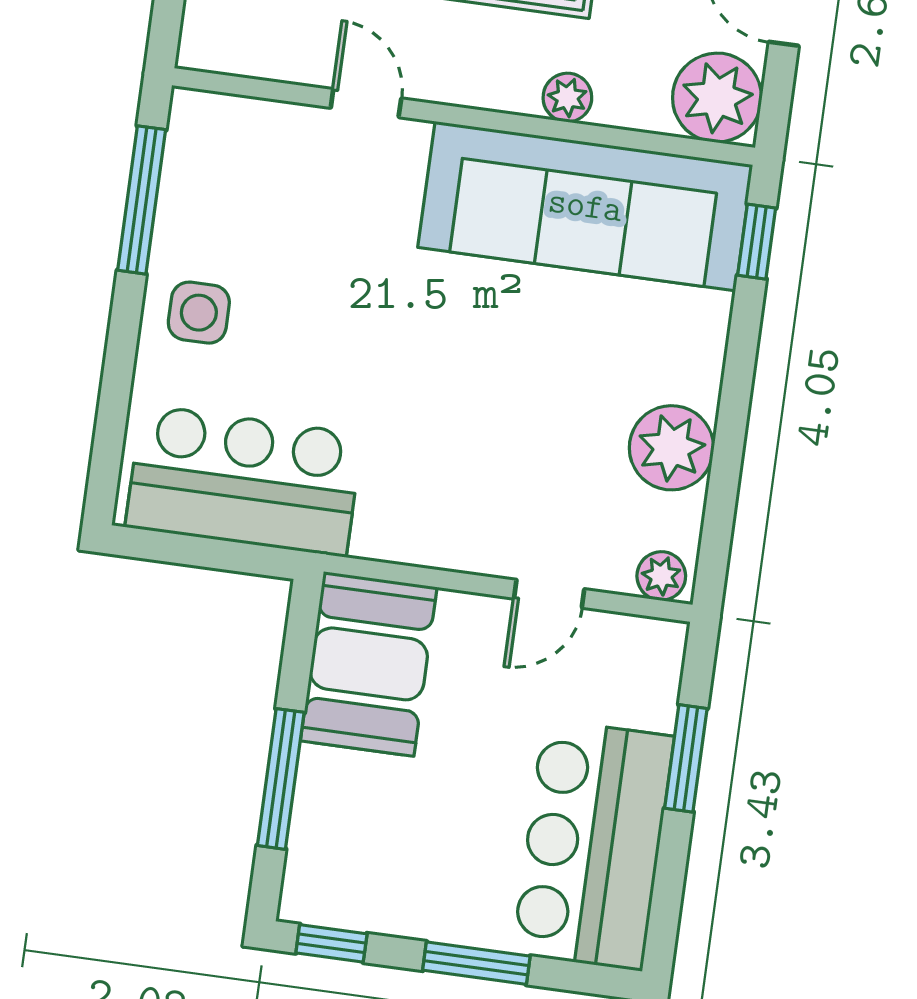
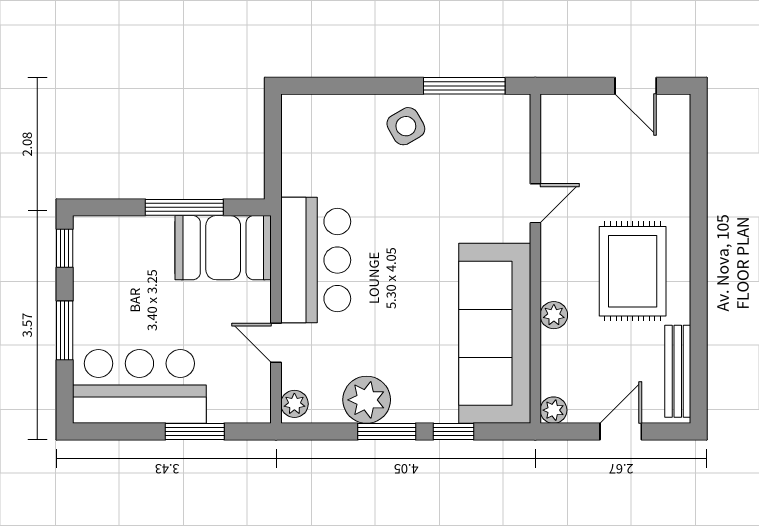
plant: (717, 98) -> (553, 410), width x0.53, depth x0.53
window: (757, 242) -> (454, 431), moved
side table: (199, 313) -> (406, 126), turned -30
window: (732, 420) -> (387, 431), added
bar counter: (244, 481) -> (316, 260), moved
window: (281, 779) -> (184, 207), moved

